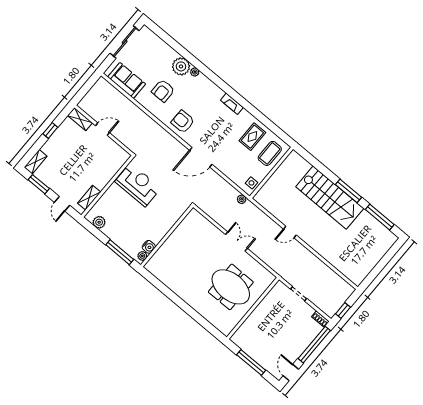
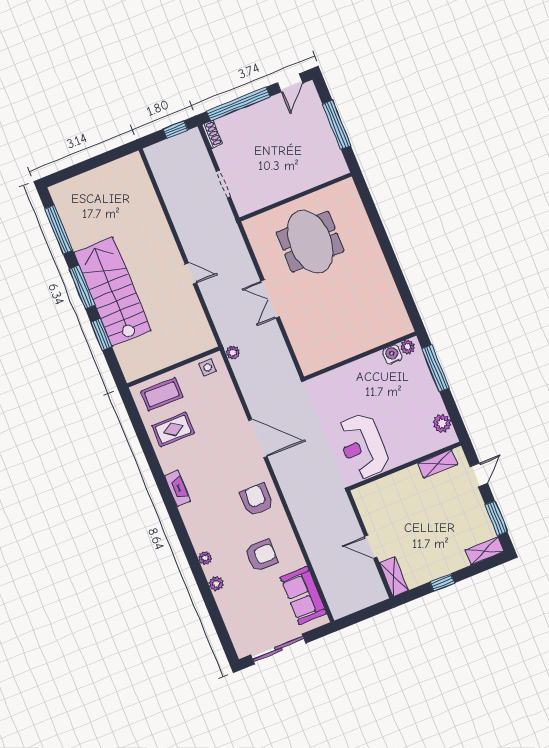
plant: (181, 66) -> (216, 584), width x0.53, depth x0.53
armchair: (183, 122) -> (257, 500), turned 180
window: (323, 169) -> (101, 334), added

